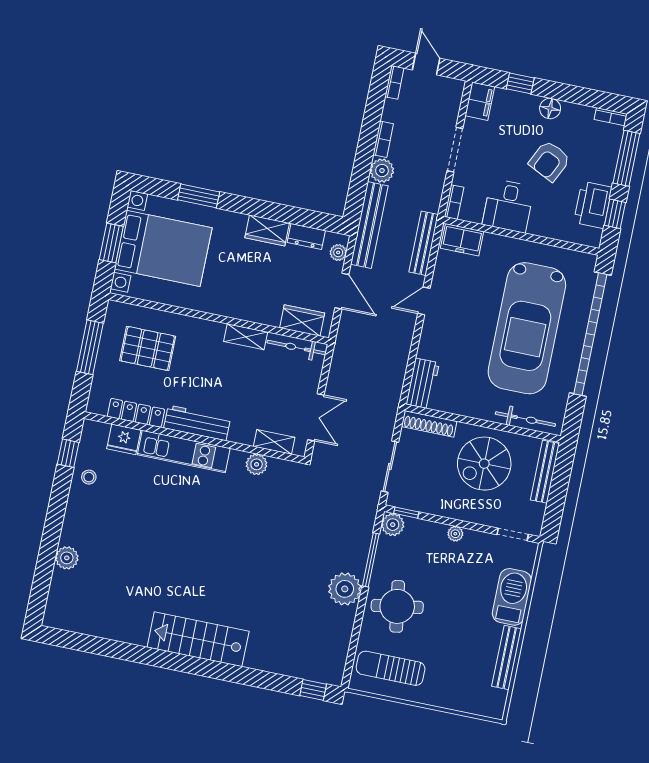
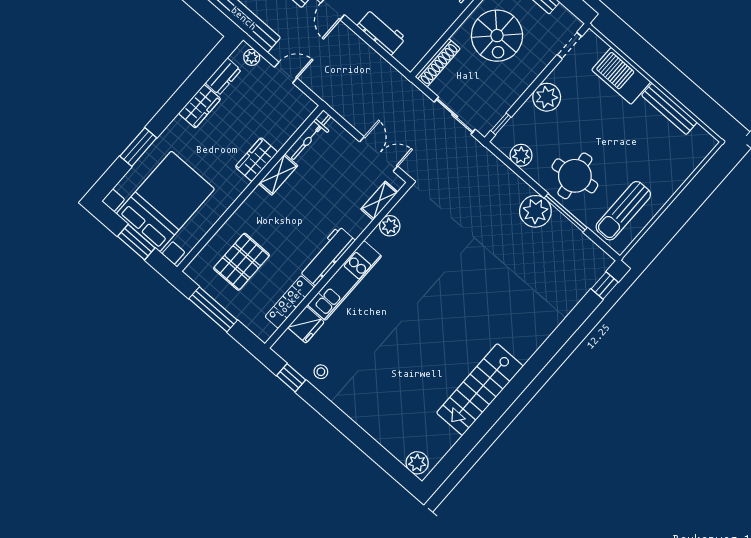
door: (342, 291) -> (286, 73), width x0.73
wardrobe: (302, 321) -> (257, 160), moved
workbench: (423, 384) -> (382, 32), moved
plant: (393, 525) -> (521, 155), moved
plant: (455, 534) -> (547, 97), width x1.88, depth x1.88
plant: (67, 558) -> (417, 463), moved
window: (371, 560) -> (566, 213), moved
stairs: (198, 639) -> (480, 390), moved

